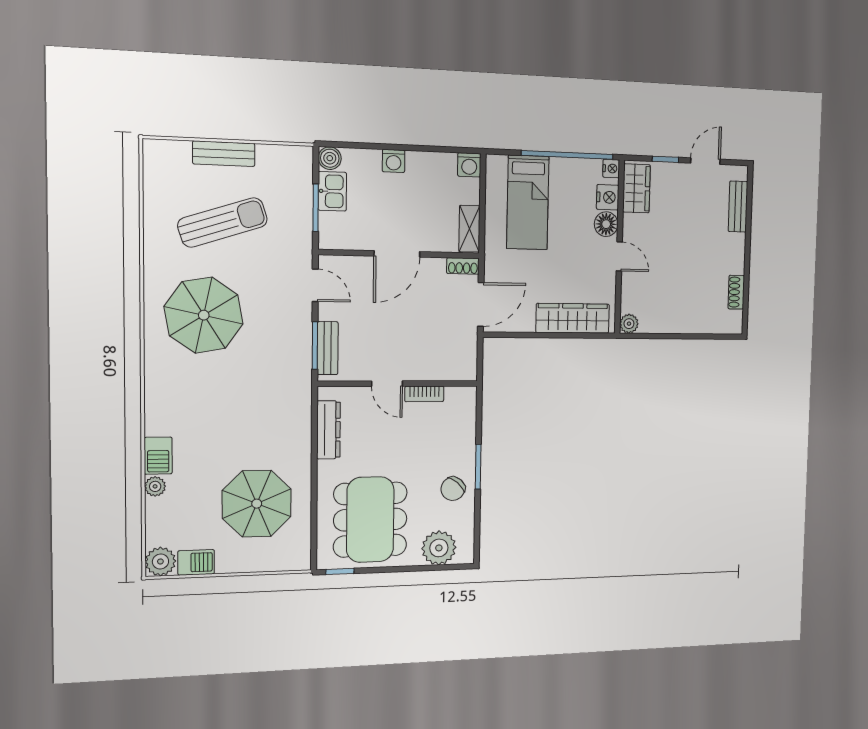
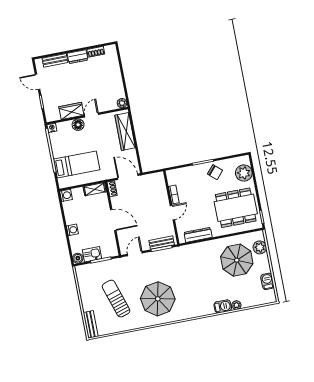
bench: (224, 154) -> (91, 324), moved
wardrobe: (636, 188) -> (71, 111), moved
nightstand: (608, 197) -> (66, 127), removed
dresser: (735, 254) -> (78, 57), added
plant: (160, 561) -> (260, 247), moved

